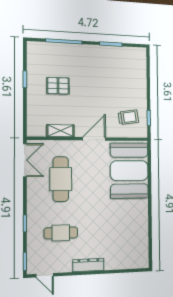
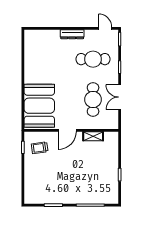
pallet: (58, 86) -> (95, 171), removed
double door: (25, 160) -> (120, 97), moved
cafe table: (61, 233) -> (93, 59), width x1.37, depth x1.35

